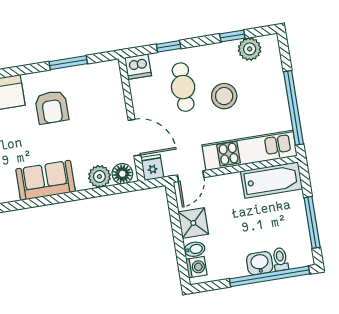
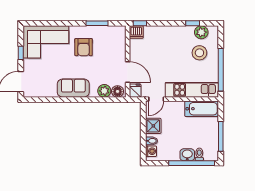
window: (169, 46) -> (140, 23), moved
cafe table: (183, 87) -> (160, 48), removed
stool: (224, 96) -> (199, 53), moved

